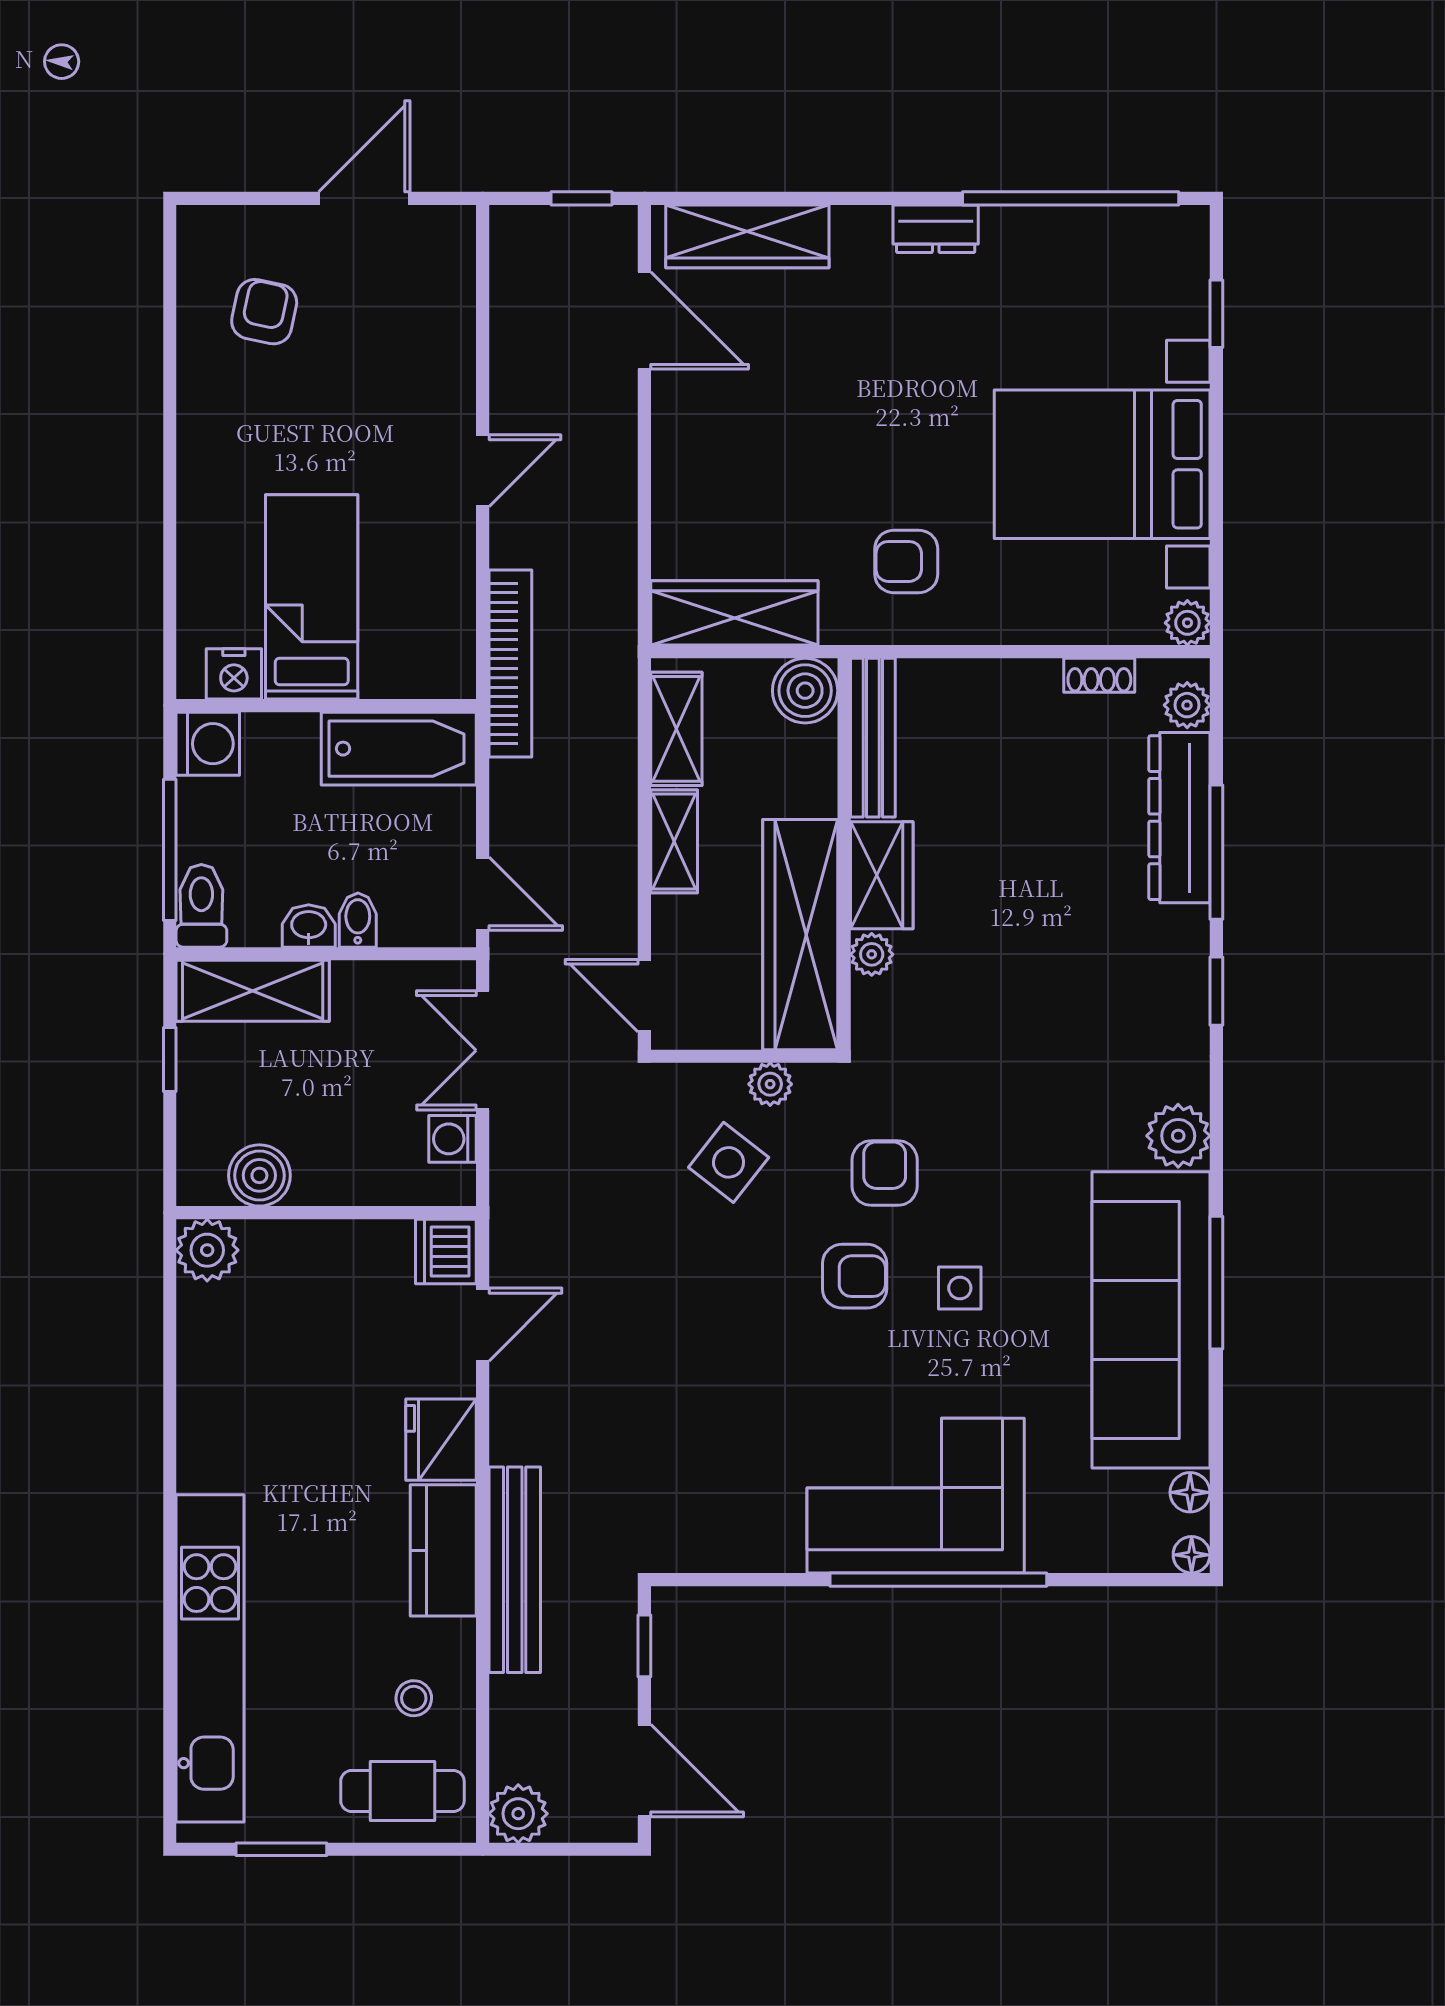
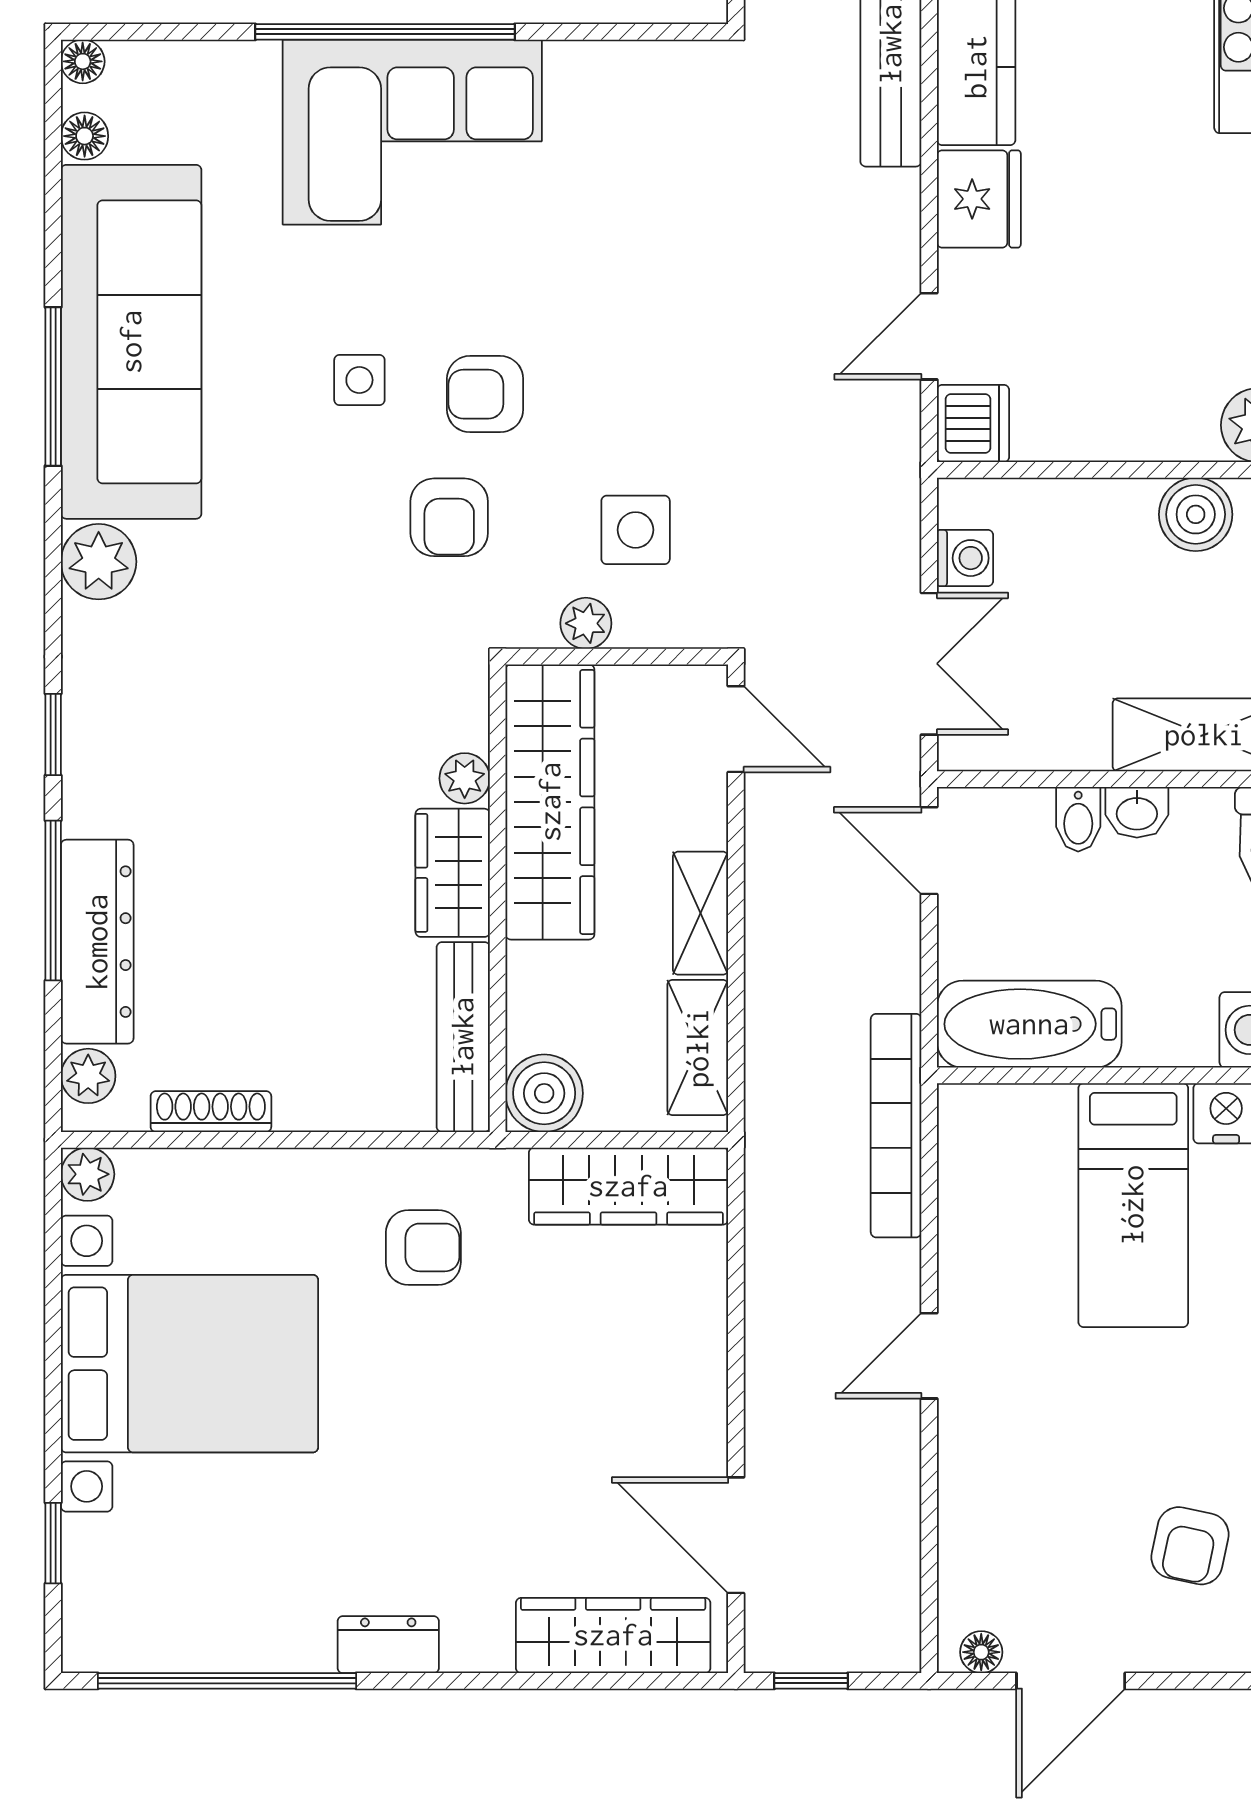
floor lamp: (439, 223) -> (981, 1652), added
shoe rack: (1099, 675) -> (211, 1112), width x1.43
side table: (729, 1162) -> (636, 530), turned -38

